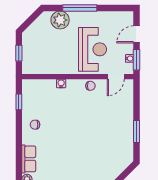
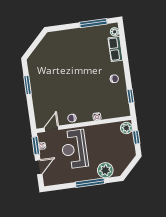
plant: (29, 66) -> (126, 128), added

